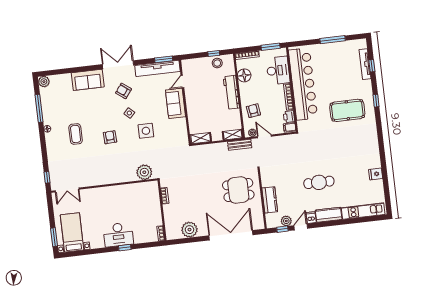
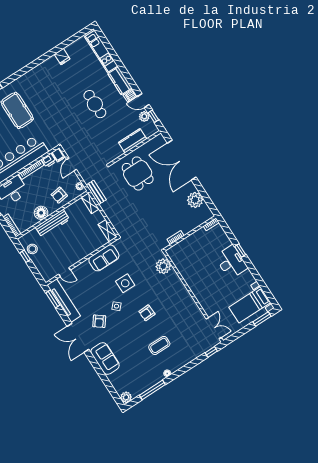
floor lamp: (244, 75) -> (41, 213), moved
sofa: (176, 103) -> (104, 258), moved
door: (264, 136) -> (72, 164), moved

